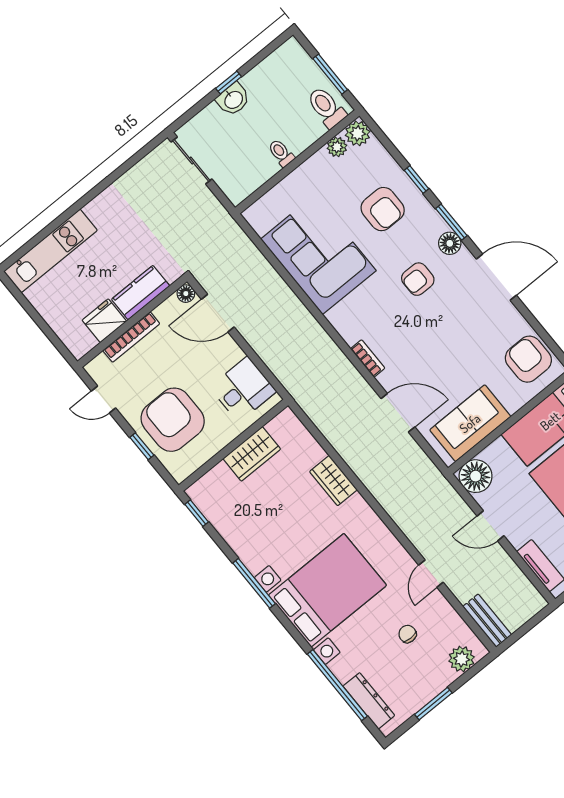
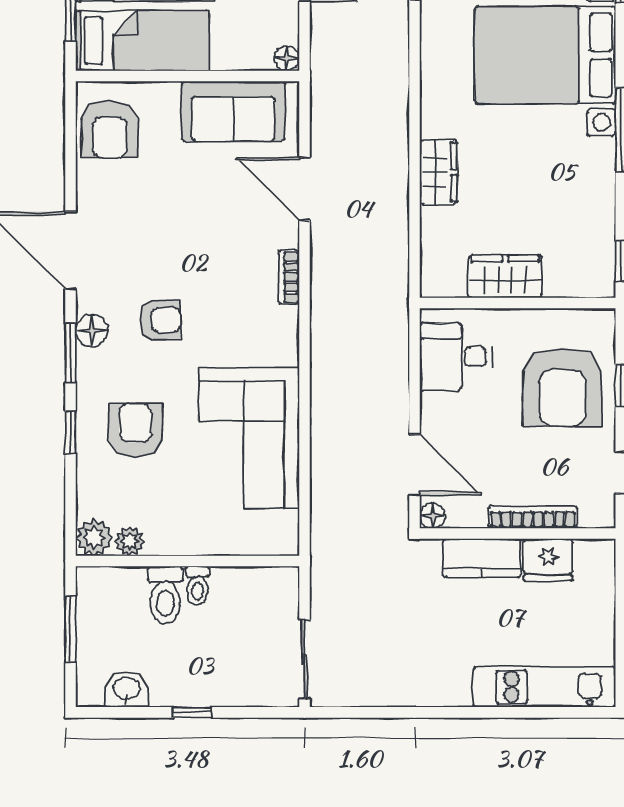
washbasin: (233, 99) -> (126, 689), moved
toilet: (326, 107) -> (165, 595), moved
floor lamp: (476, 476) -> (287, 58), width x0.53, depth x0.53

